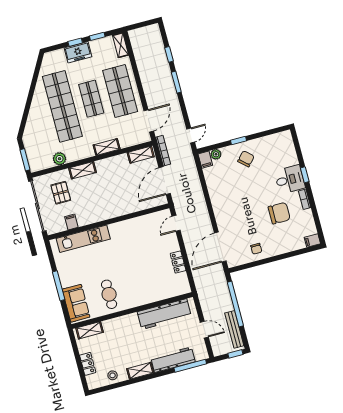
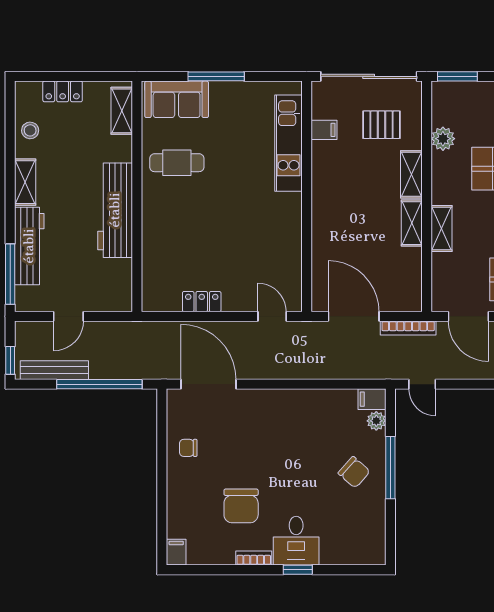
window: (238, 140) -> (390, 468), width x2.17
shelving: (141, 155) -> (412, 223), moved
workbench: (164, 314) -> (115, 210), moved

